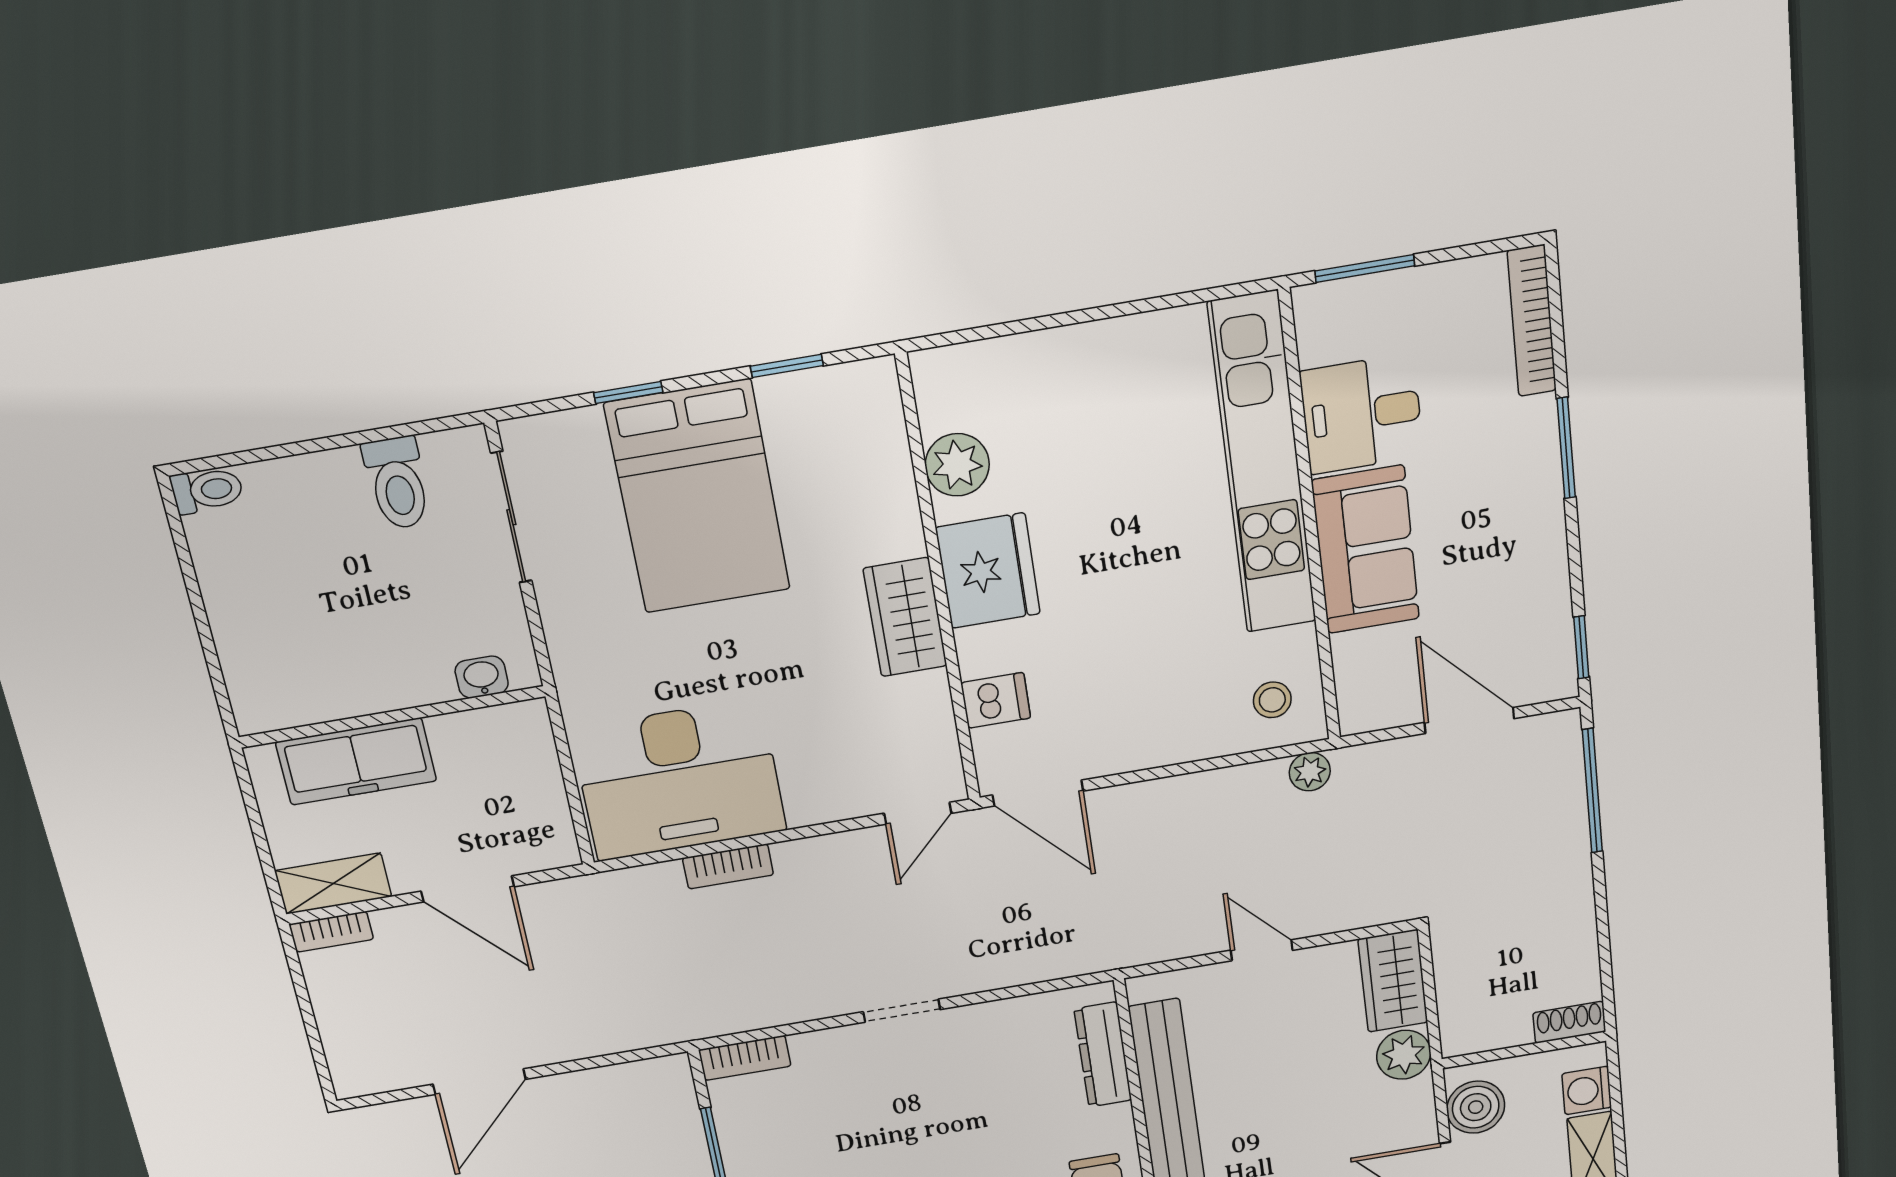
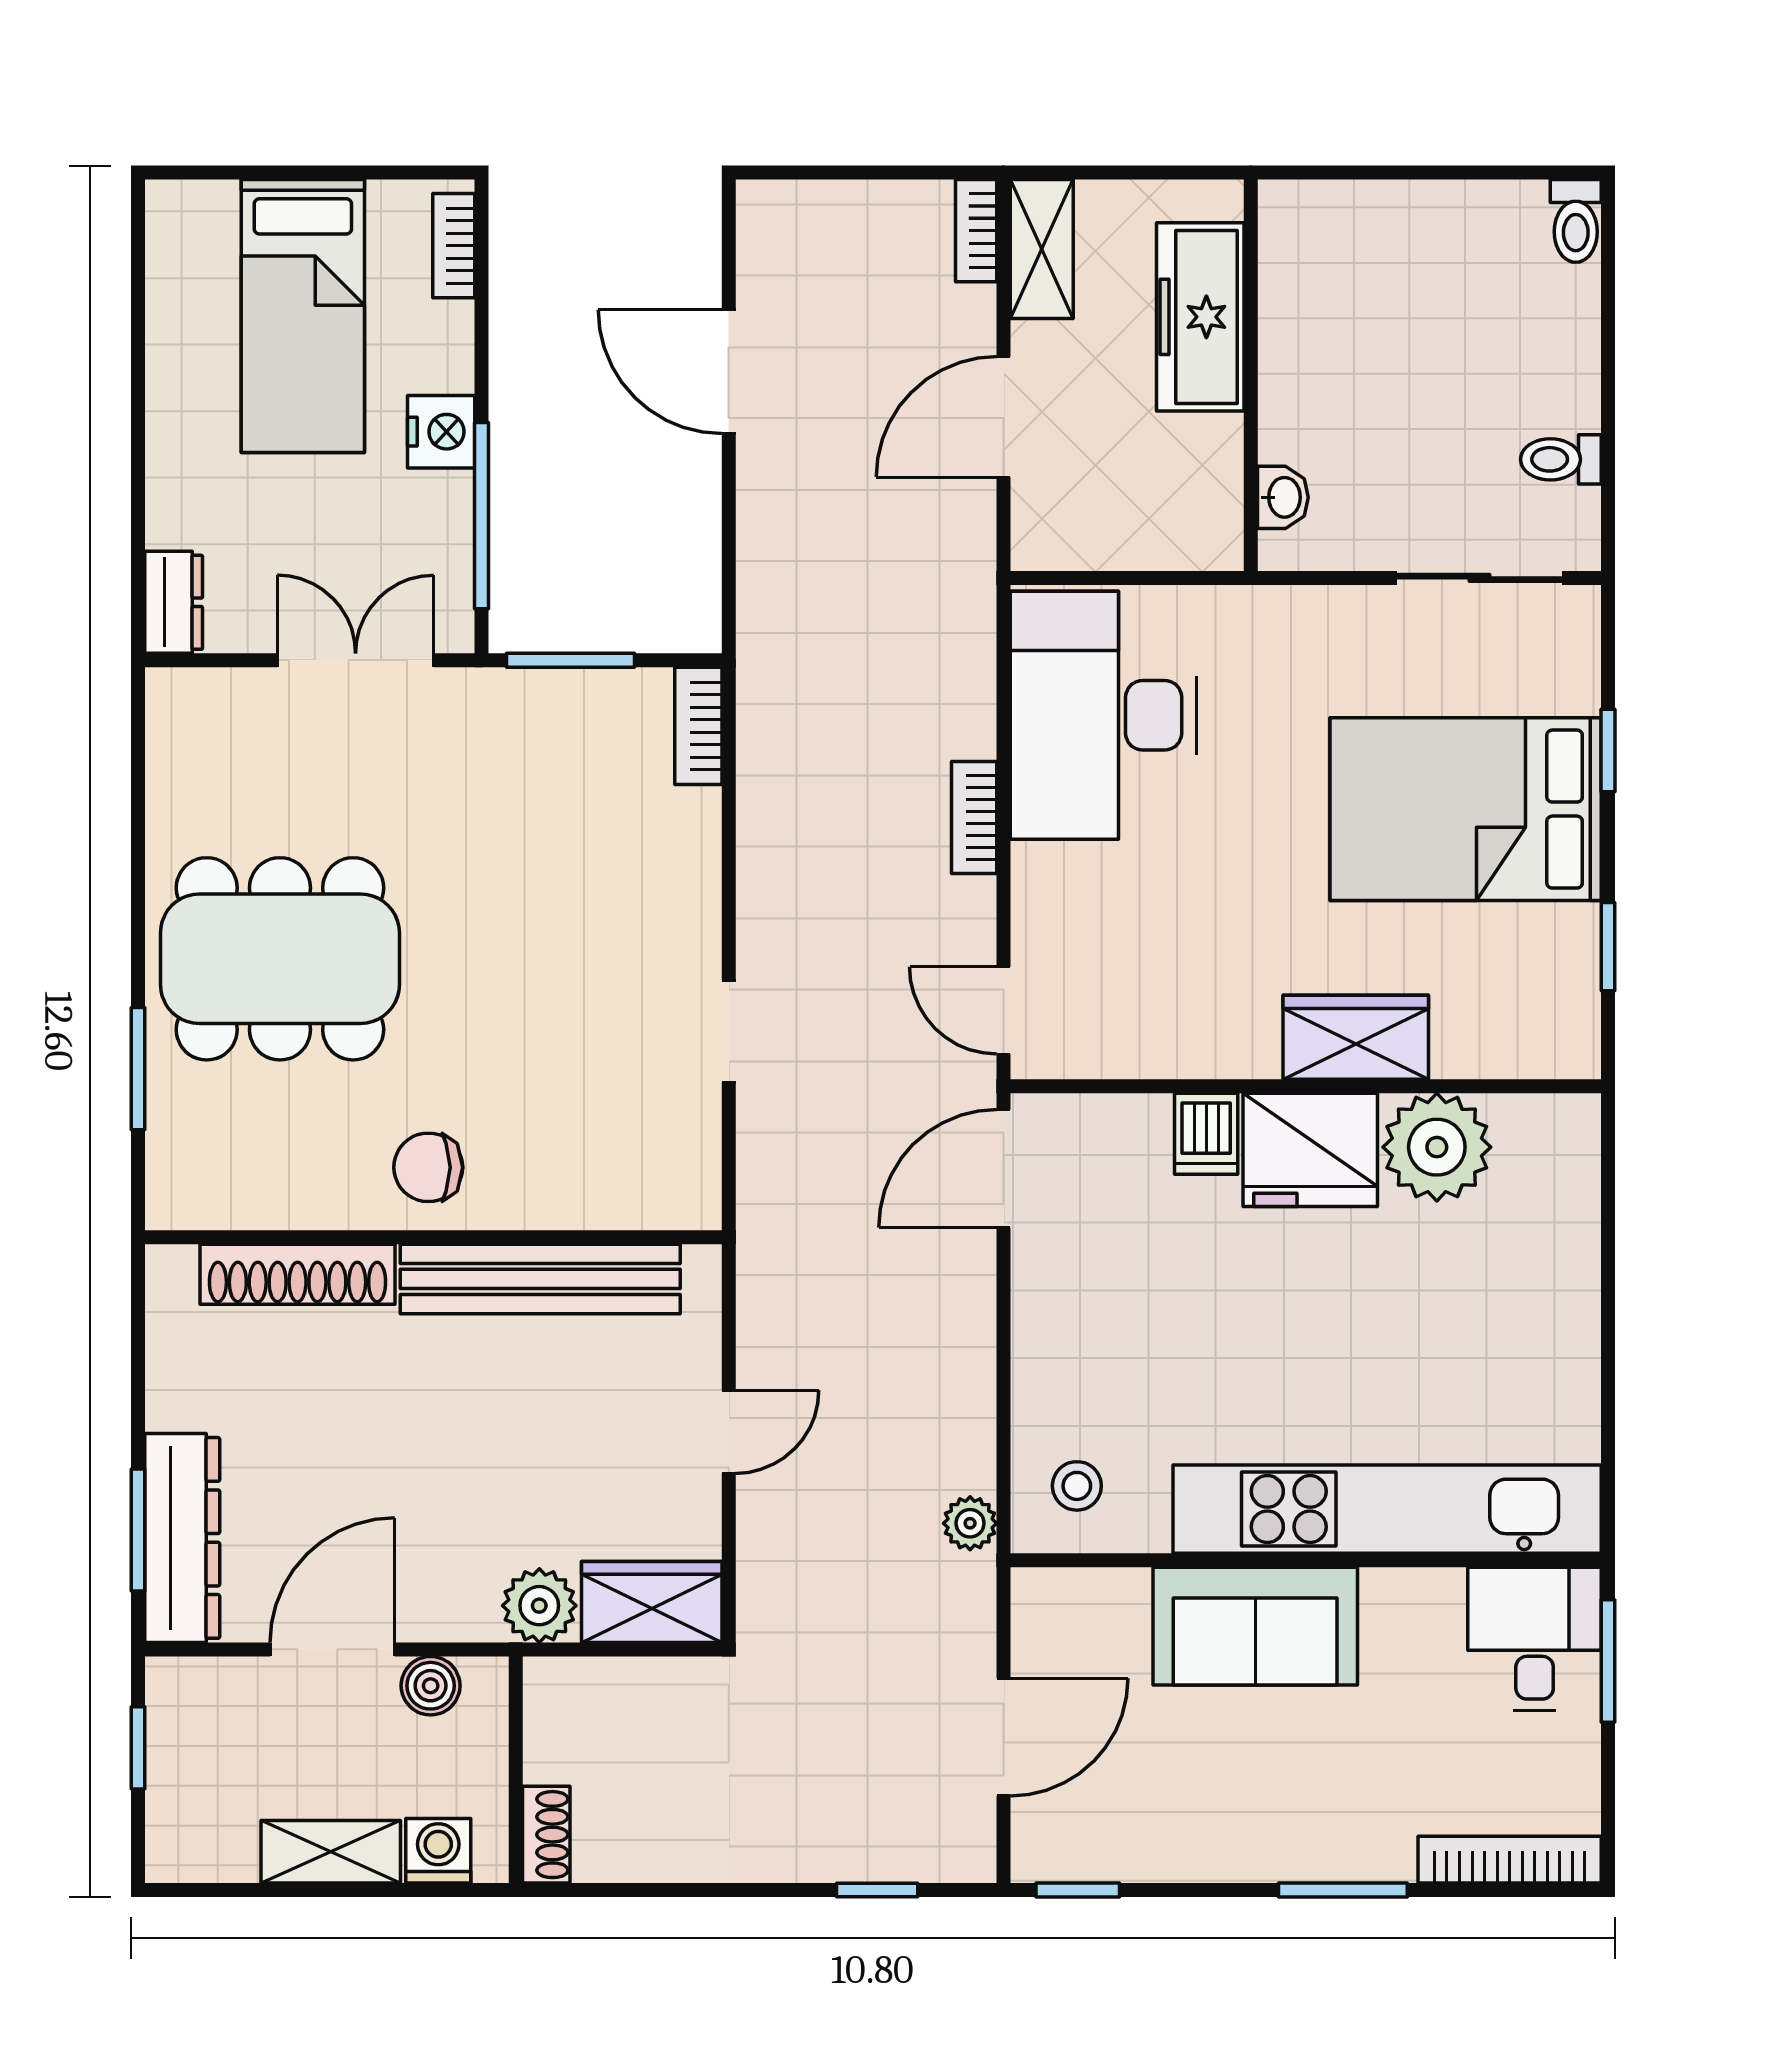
desk: (1362, 414) -> (1535, 1639), moved
plant: (957, 465) -> (1437, 1147), width x1.36, depth x1.36
toilet: (397, 483) -> (1561, 459), width x0.73, depth x0.72
wardrobe: (905, 617) -> (1356, 1037), moved
dishwasher: (996, 700) -> (1206, 1134), moved
window: (1592, 791) -> (877, 1890), width x0.46
bookcase: (728, 866) -> (974, 817), moved
doorway: (902, 1011) -> (729, 1031), moved
dresser: (1103, 1055) -> (615, 1201), removed
boiler: (1476, 1107) -> (431, 1686), width x0.73, depth x0.73

